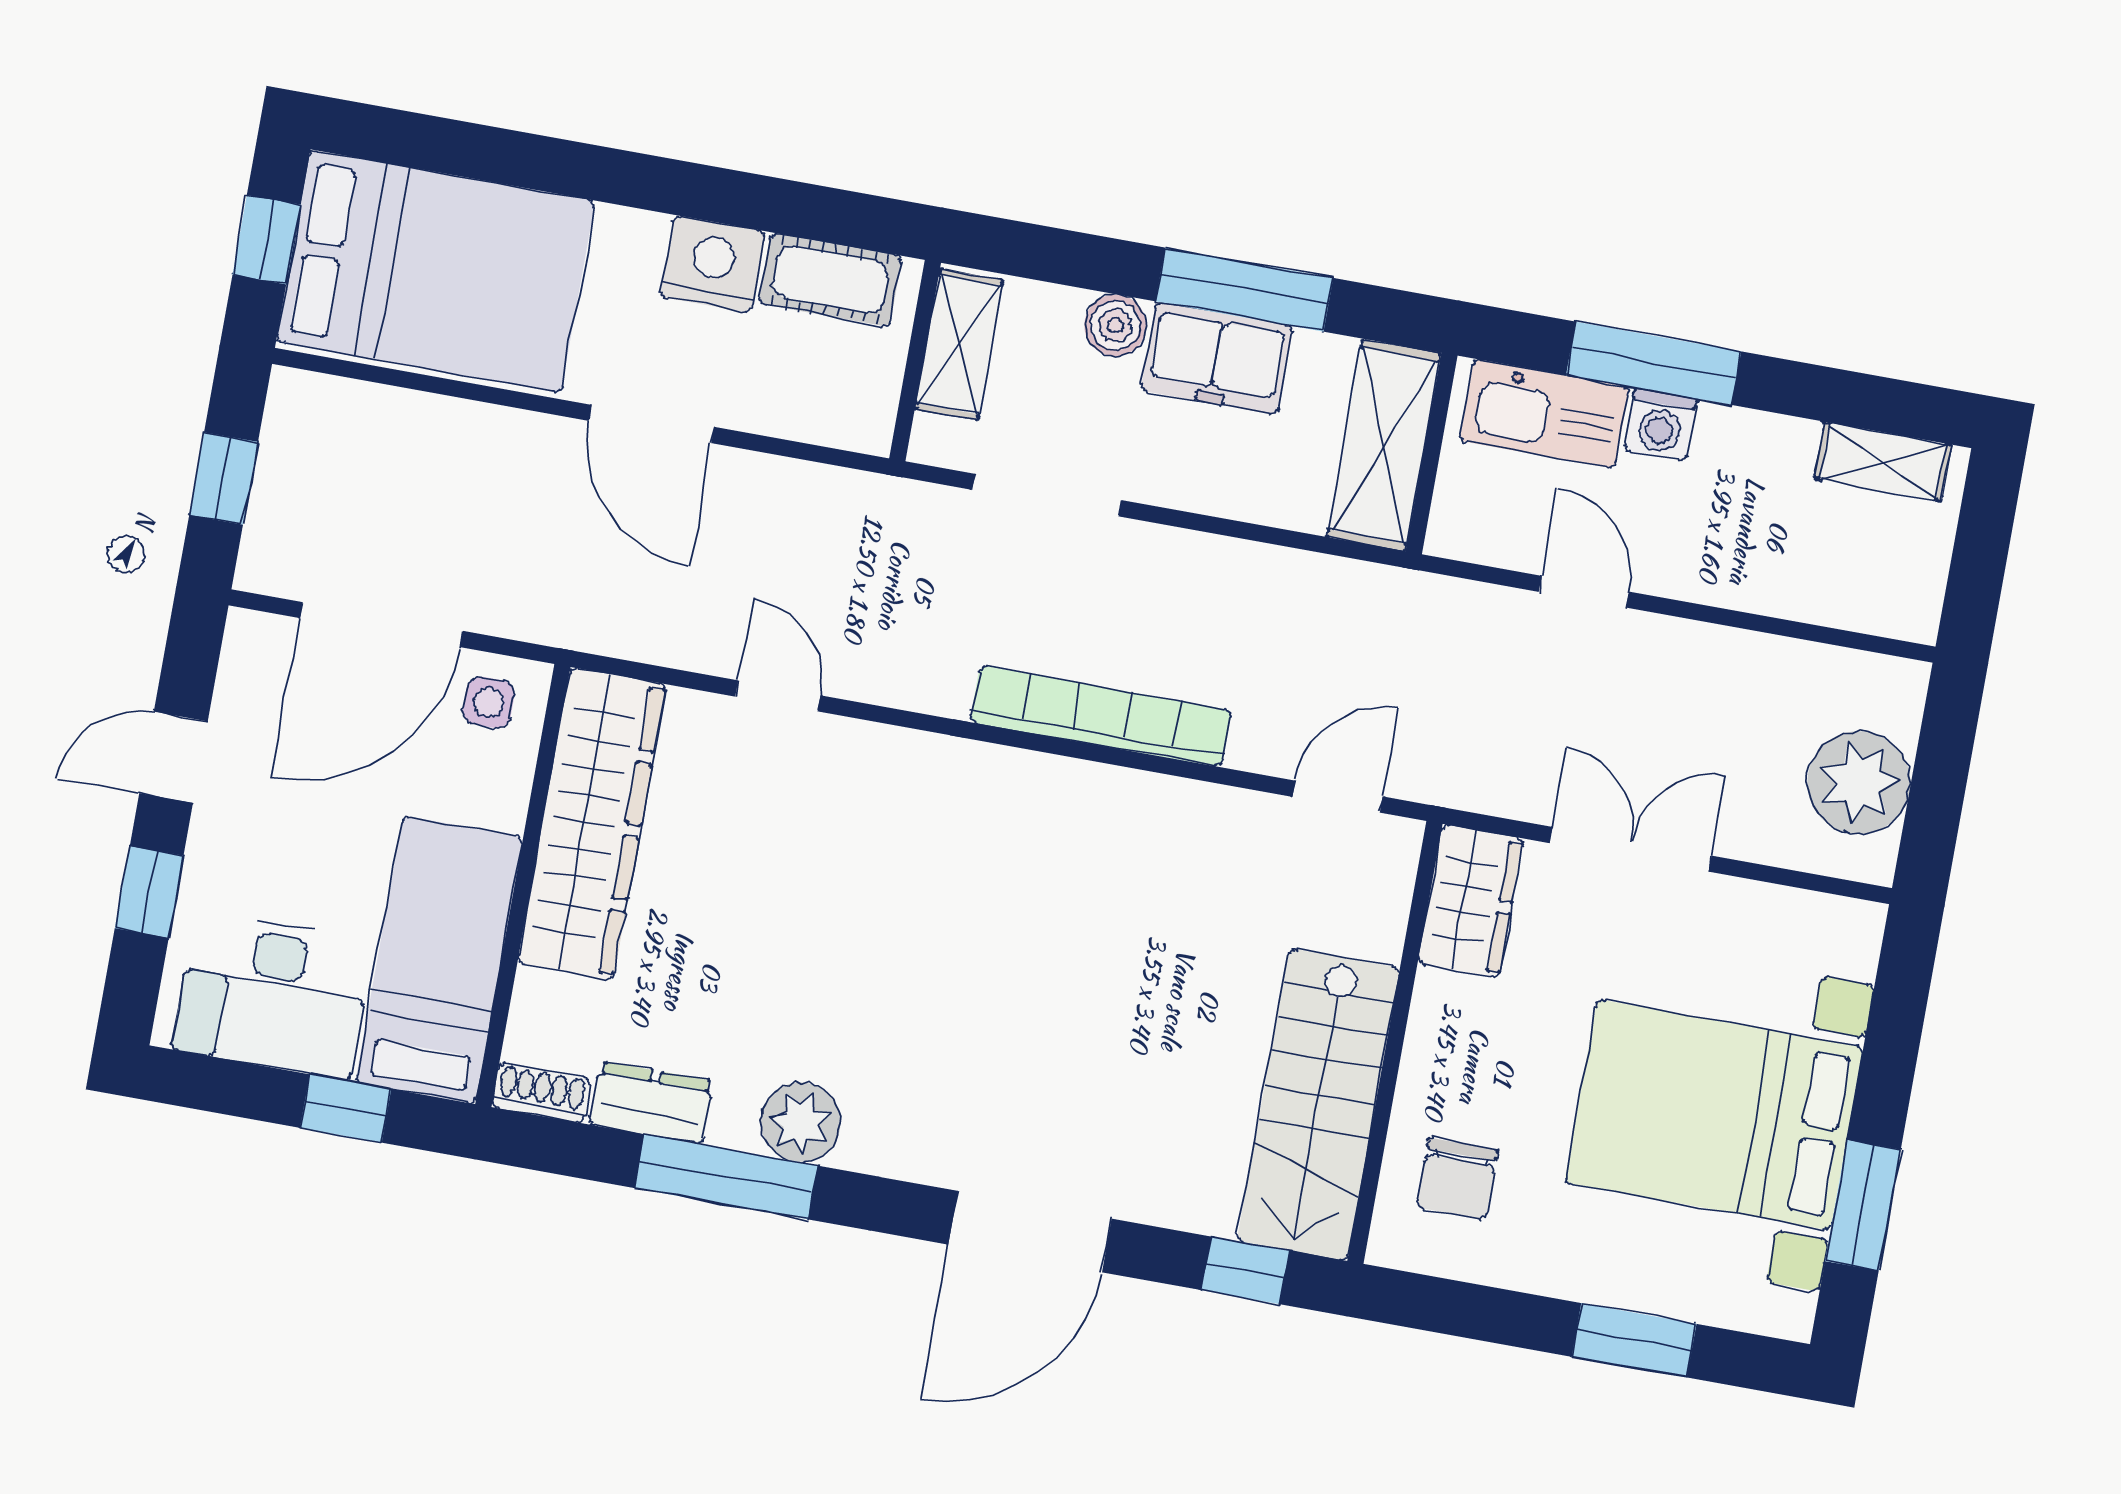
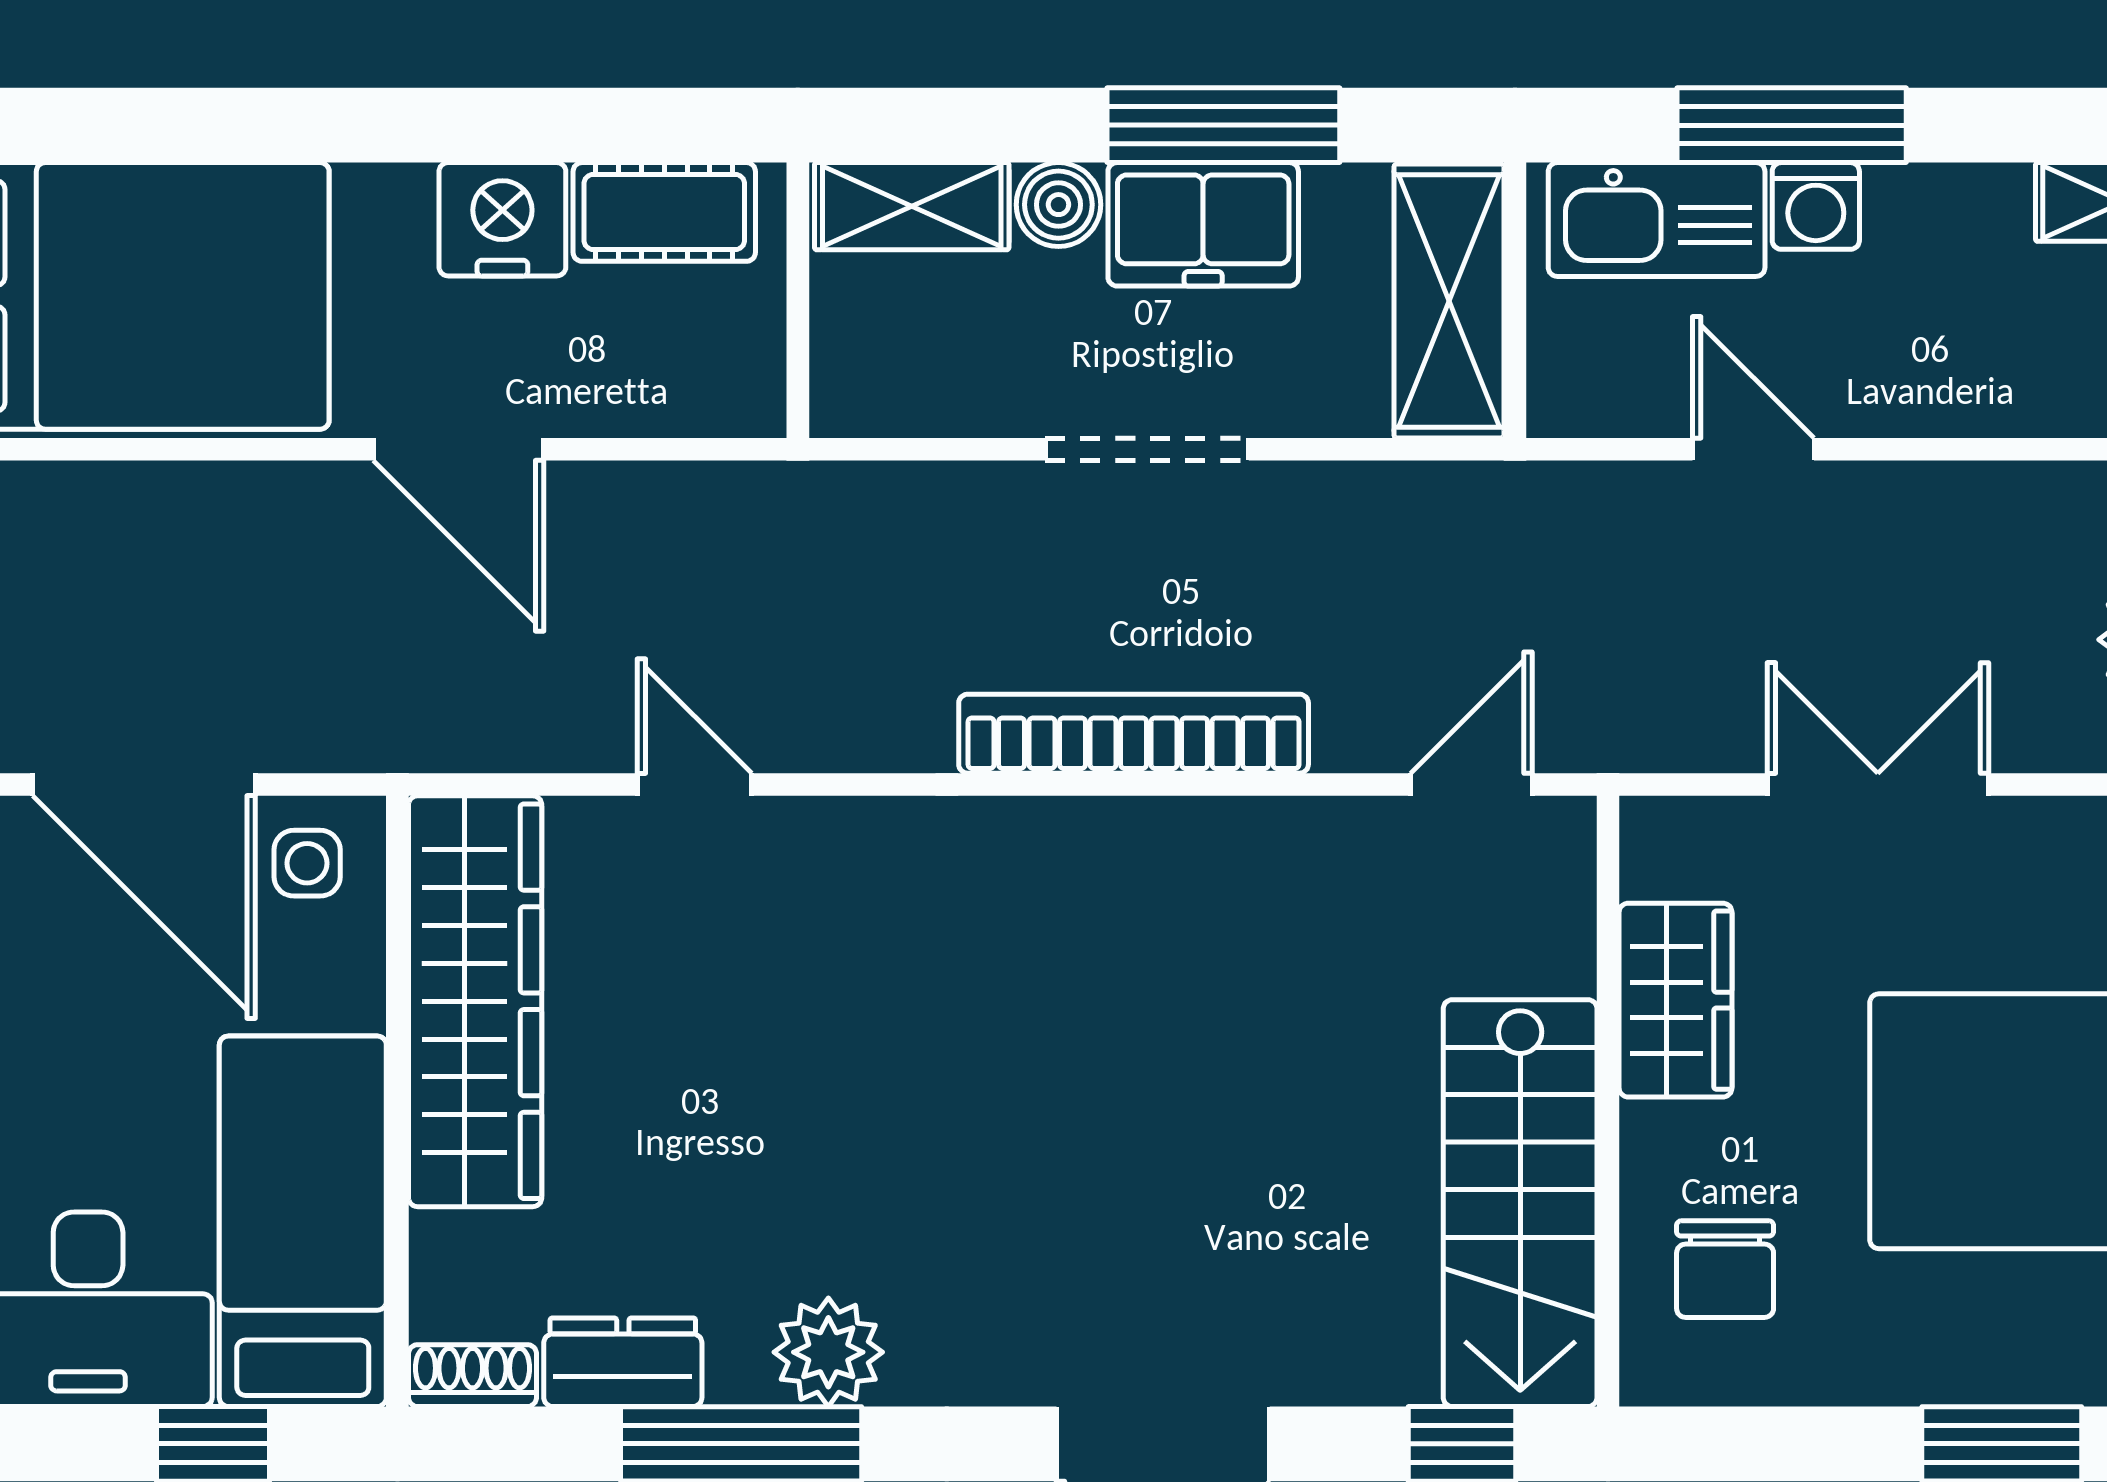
shelving: (959, 344) -> (912, 206), moved, turned 90
doorway: (1047, 495) -> (1147, 449), moved
door: (381, 625) -> (144, 785), hinge flipped
wardrobe: (1471, 901) -> (1676, 1000), moved

